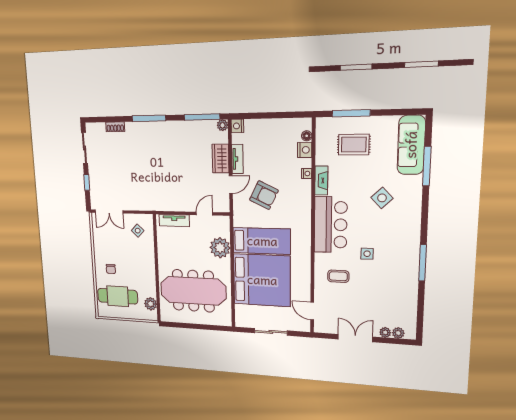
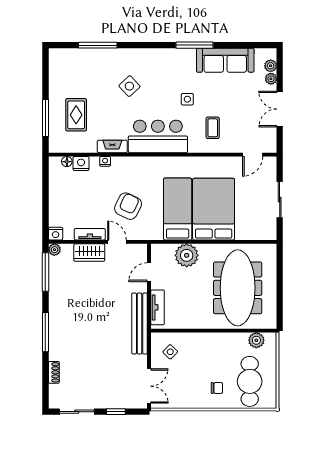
sofa: (411, 145) -> (225, 60), moved
bench: (160, 204) -> (140, 324), added
door: (204, 214) -> (149, 272), hinge flipped
bed: (262, 280) -> (214, 209), width x0.73

